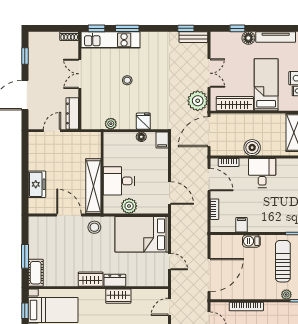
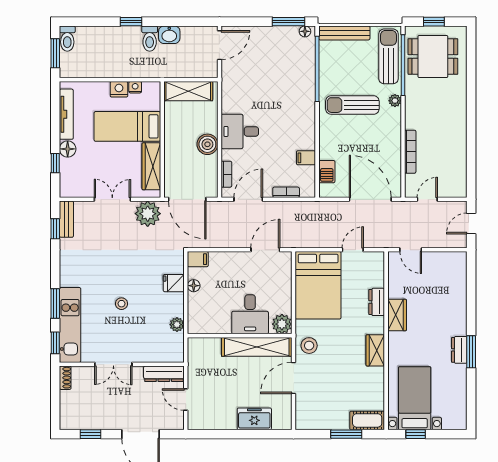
plant: (129, 206) -> (282, 324), moved
barbecue: (251, 241) -> (327, 172), moved
dresser: (115, 280) -> (377, 302), moved

